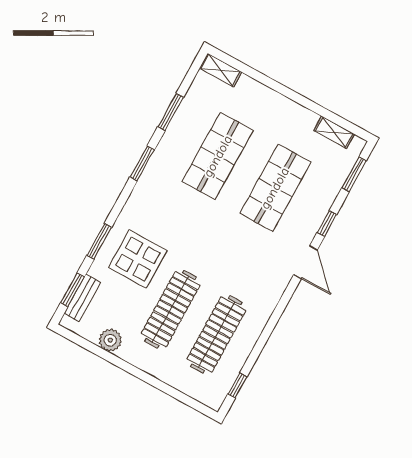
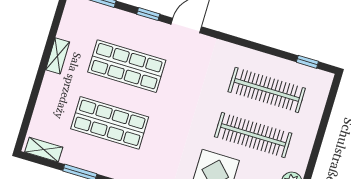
shelving: (221, 70) -> (44, 150), moved, turned 90
shelving: (334, 132) -> (58, 56), moved

